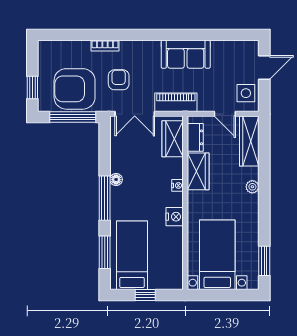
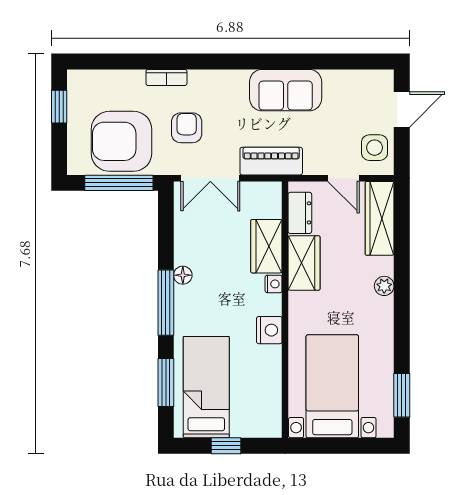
window: (32, 88) -> (59, 107), moved
wardrobe: (173, 139) -> (266, 246), moved

